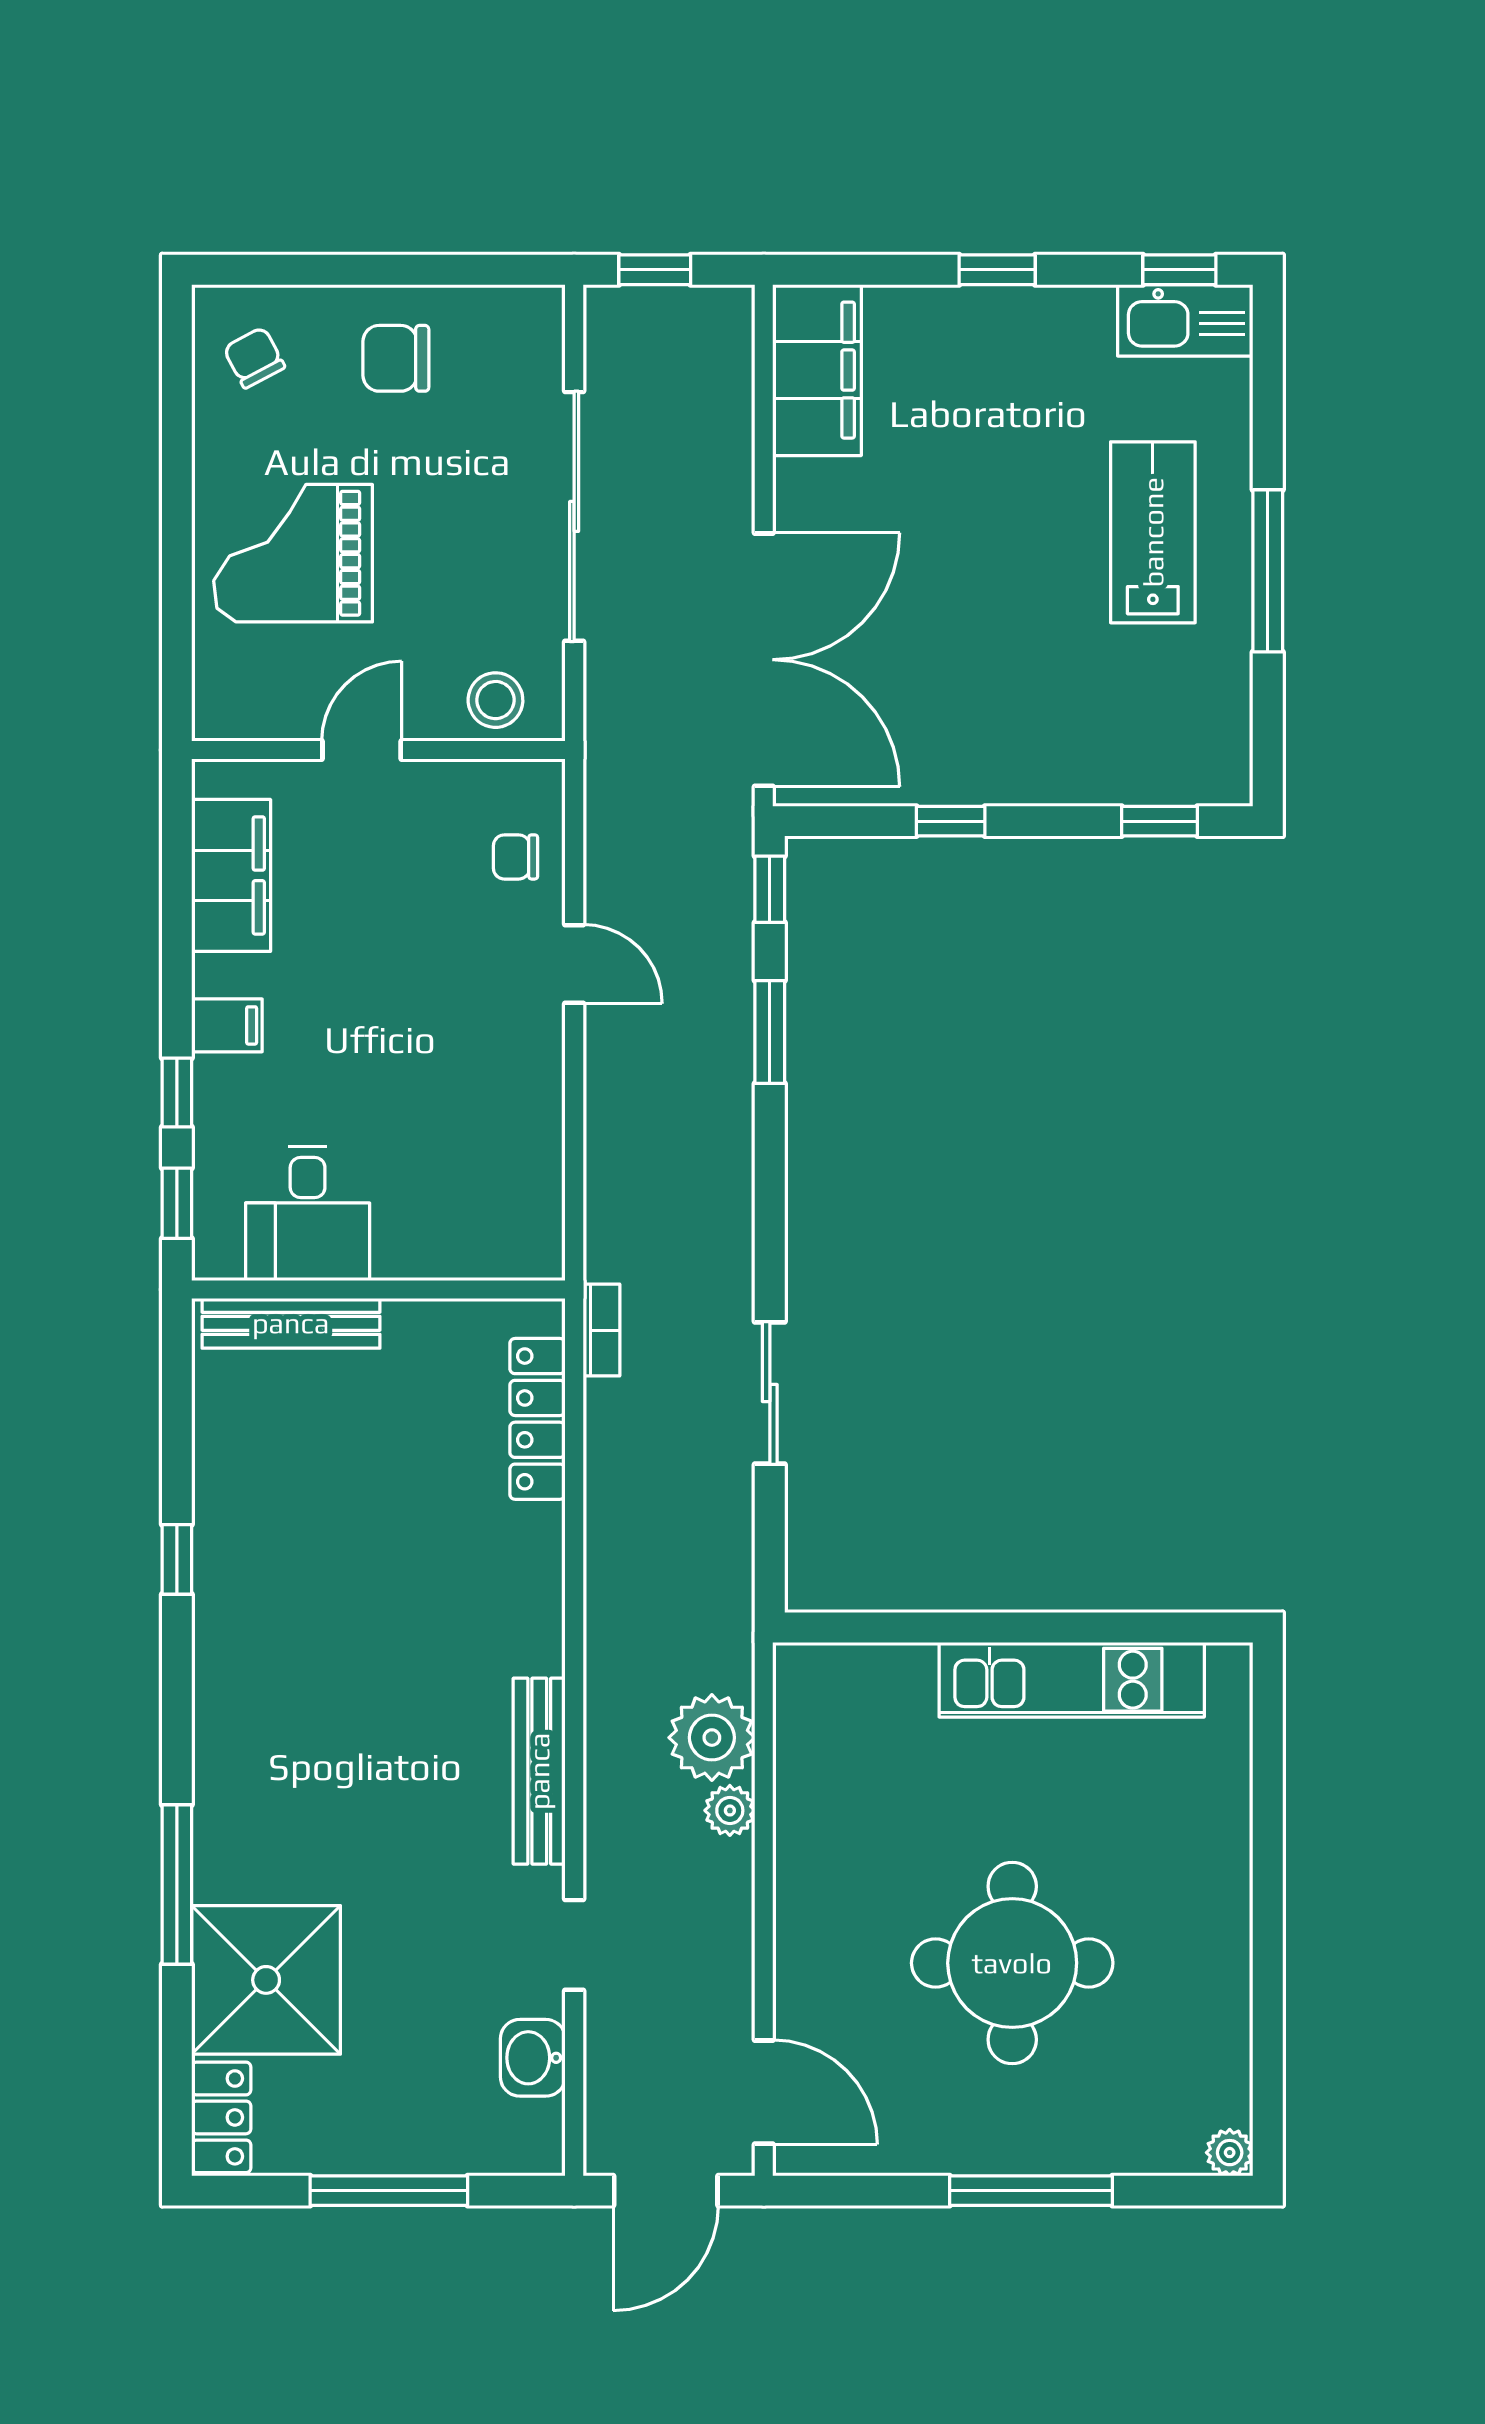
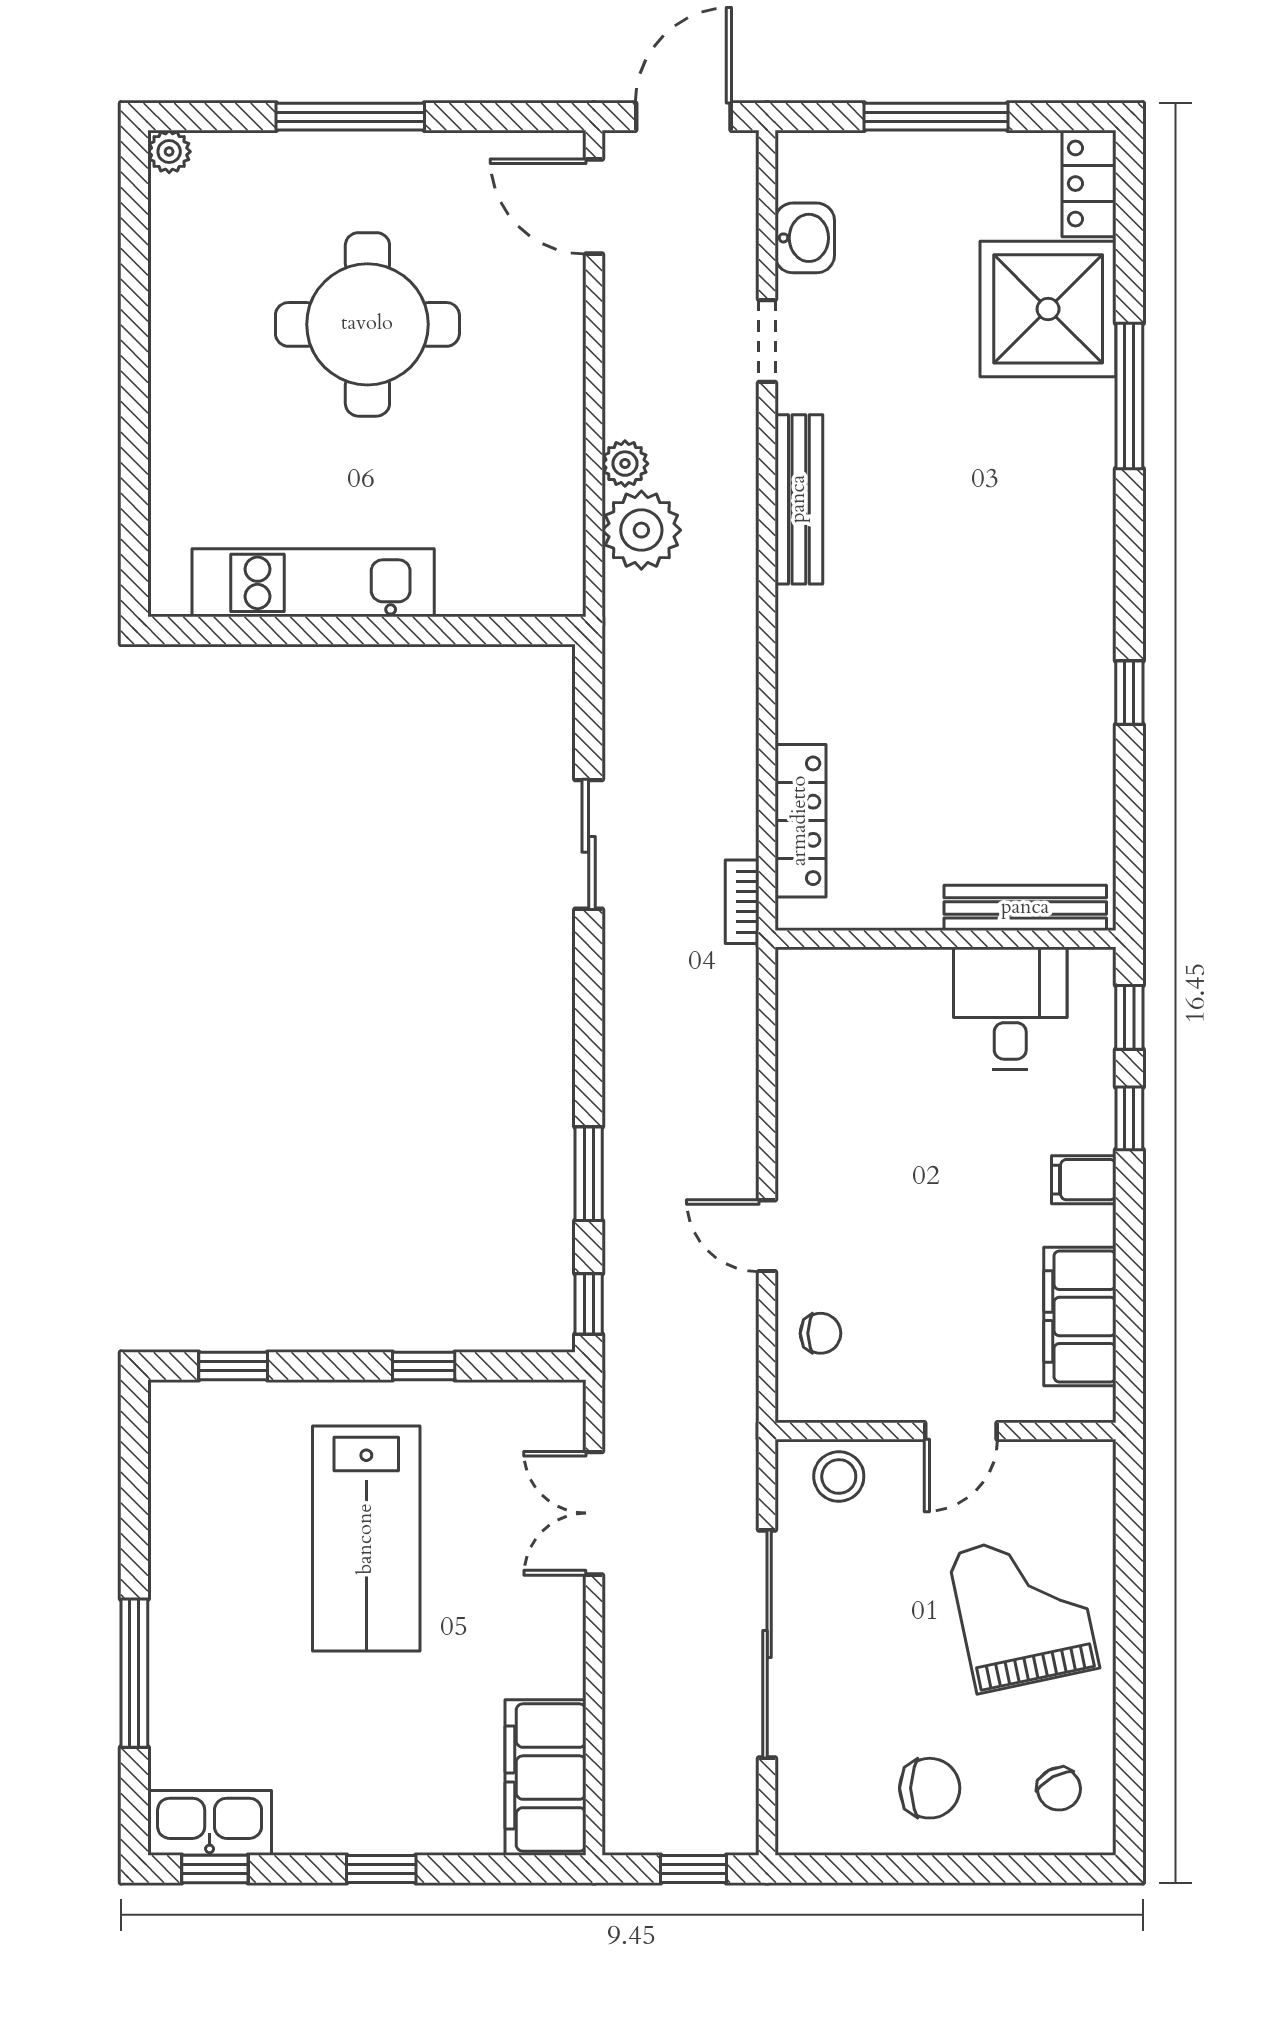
lab bench: (1153, 532) -> (366, 1539), moved, width x1.36, depth x1.39
grand piano: (293, 553) -> (1023, 1610), turned -102
window: (1268, 571) -> (134, 1673), moved
double door: (764, 660) -> (594, 1513), width x0.54

